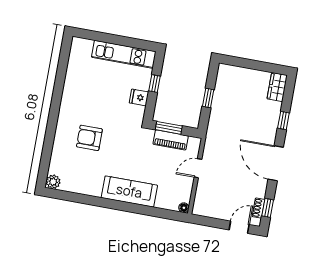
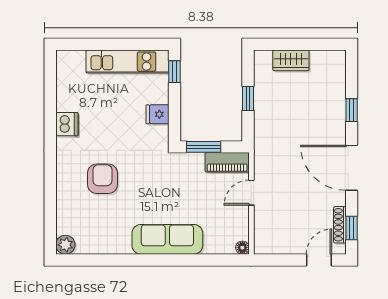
window: (154, 84) -> (174, 72), moved
wardrobe: (277, 87) -> (291, 60), moved, turned -90
dishwasher: (70, 93) -> (67, 124), added
armchair: (89, 138) -> (102, 179), turned 90
piano: (171, 140) -> (227, 162), moved
shoe rack: (258, 208) -> (340, 225), width x1.43

